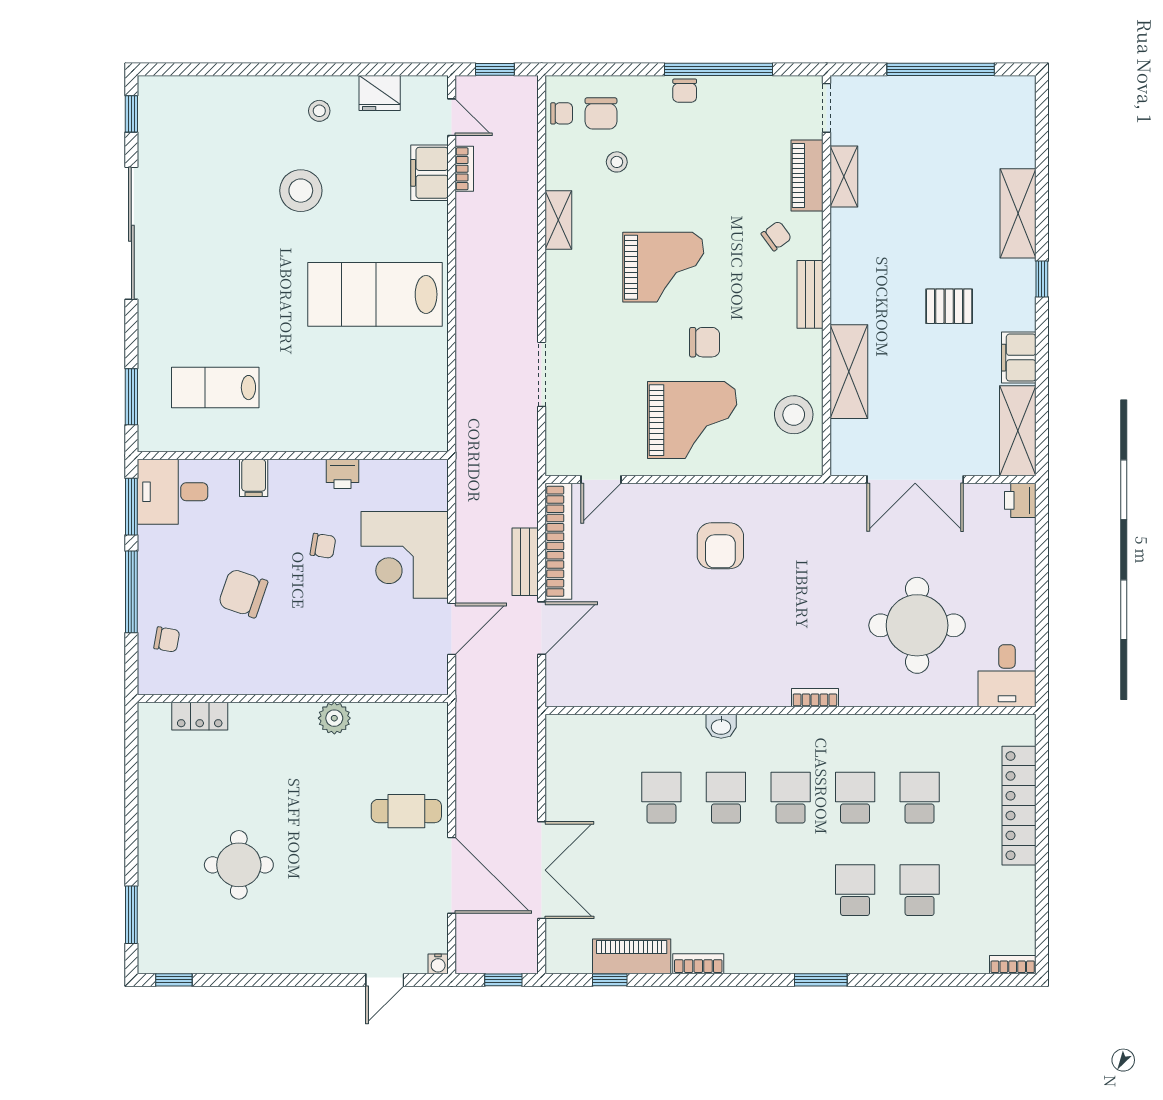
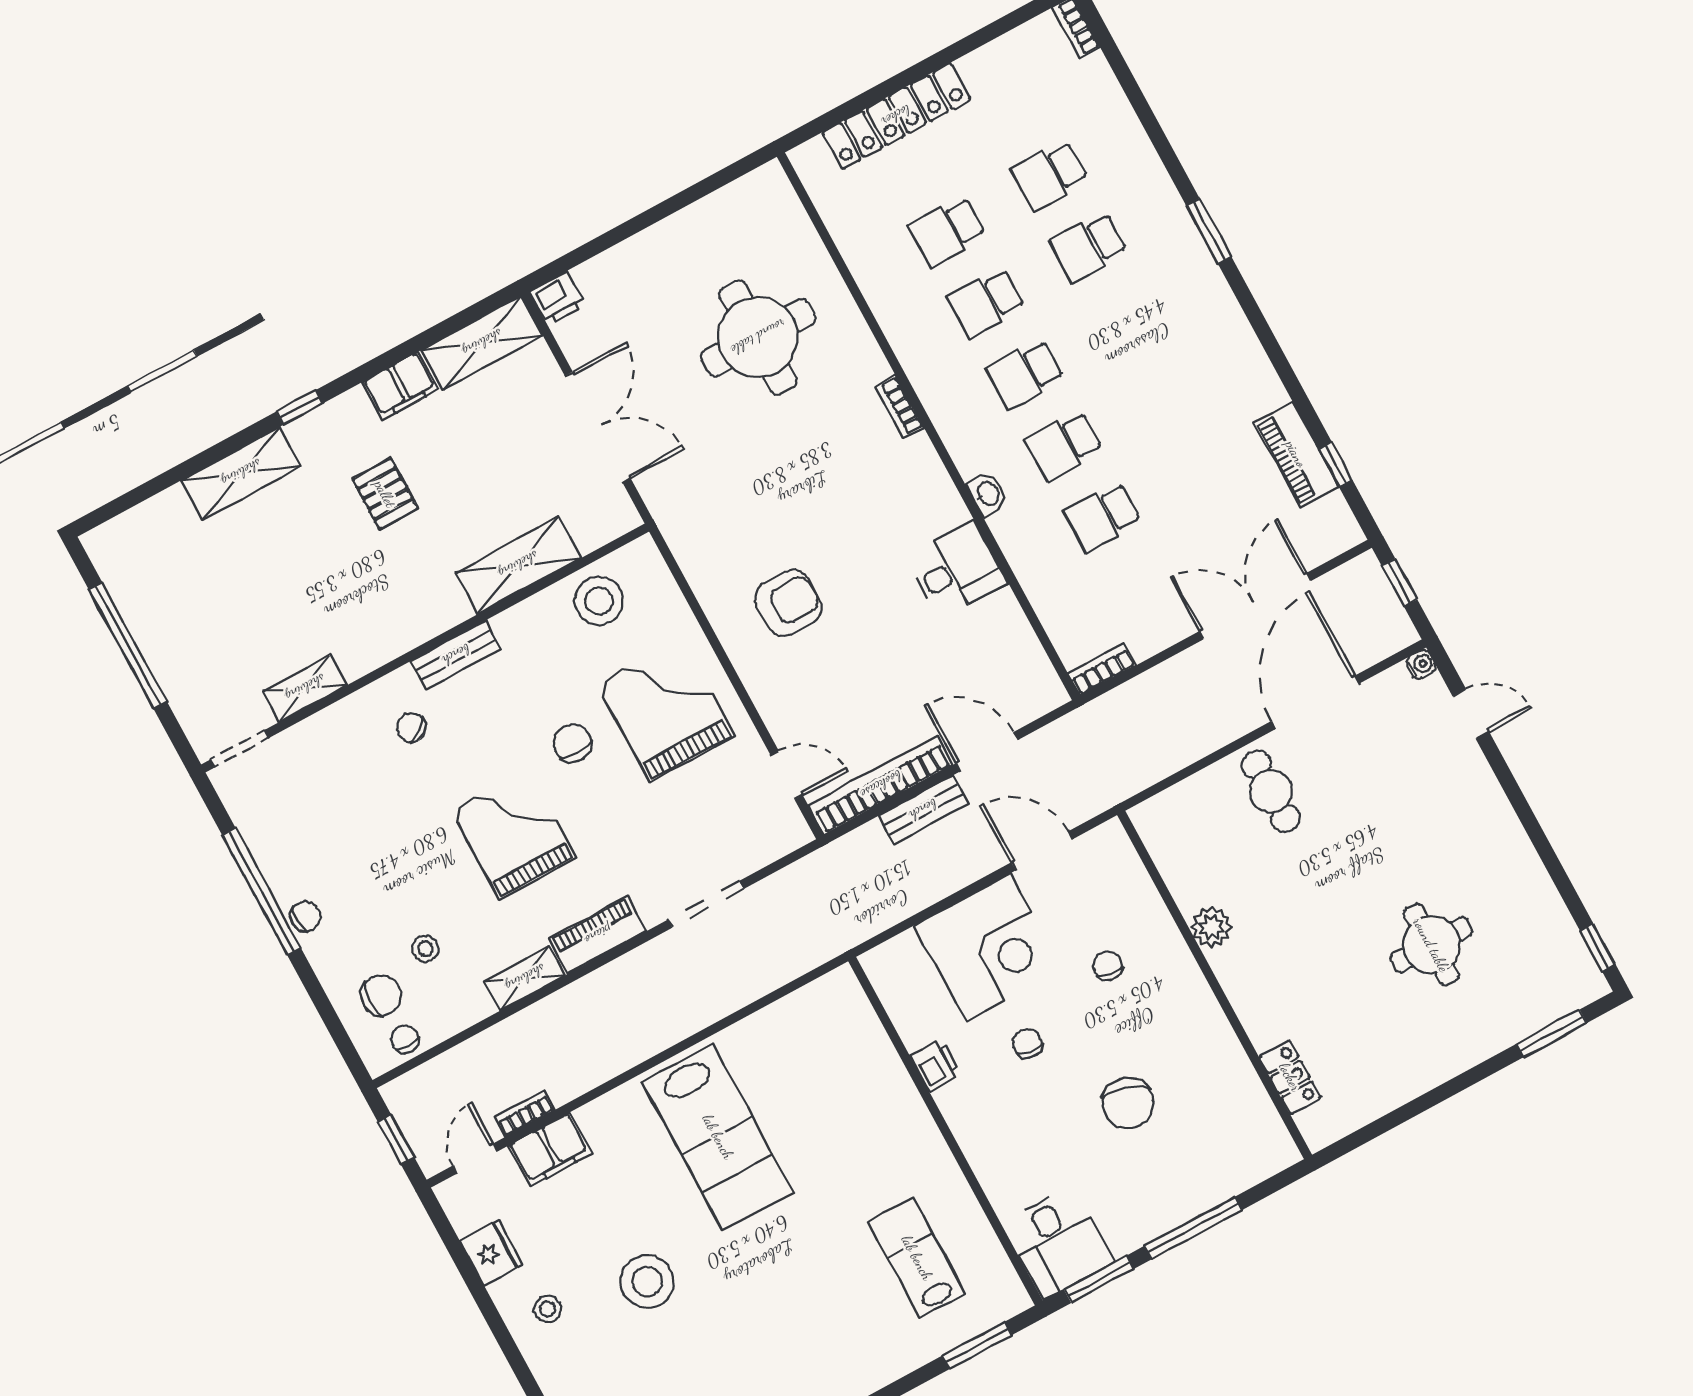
piano: (807, 176) -> (598, 935), moved, turned 180
lab bench: (215, 388) -> (917, 1258), turned 180
filing cabinet: (254, 478) -> (994, 1161), removed
chair: (167, 639) -> (1108, 966), moved
desk: (1007, 676) -> (957, 570), moved
bookcase: (698, 964) -> (1102, 669), moved, turned 90

